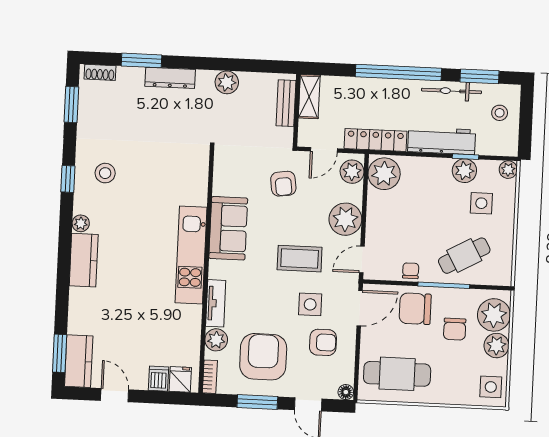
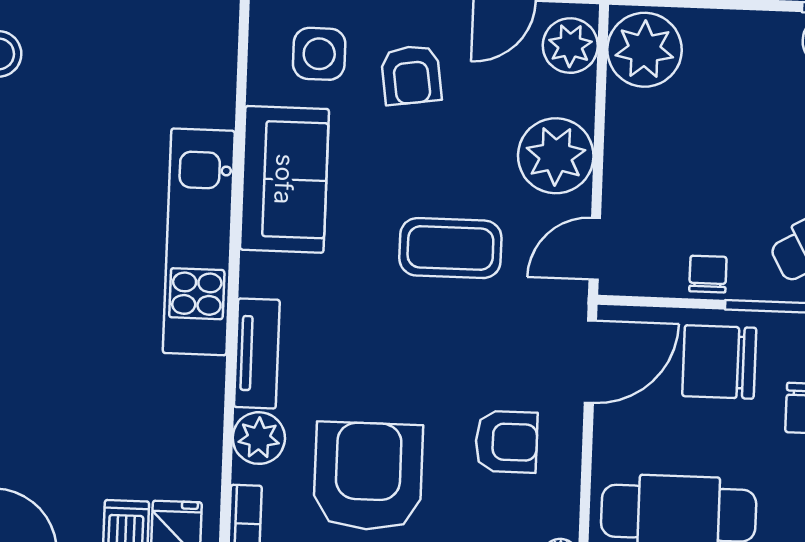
side table: (310, 304) -> (319, 54), moved

